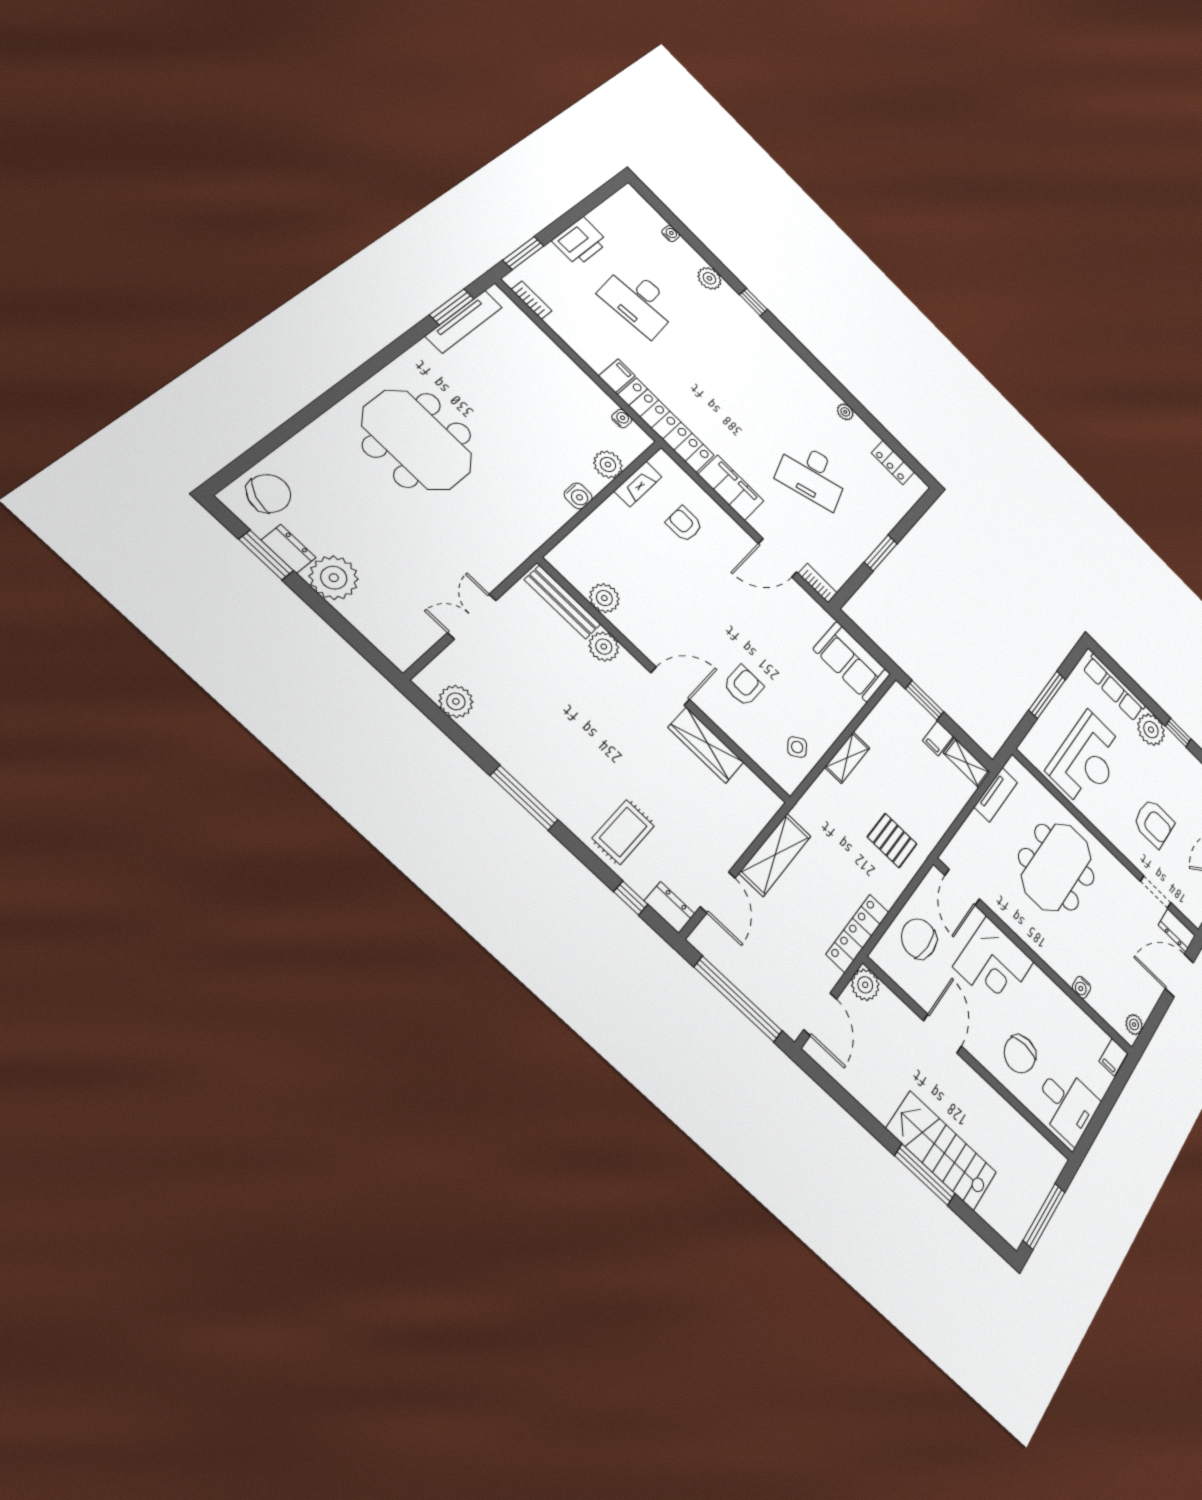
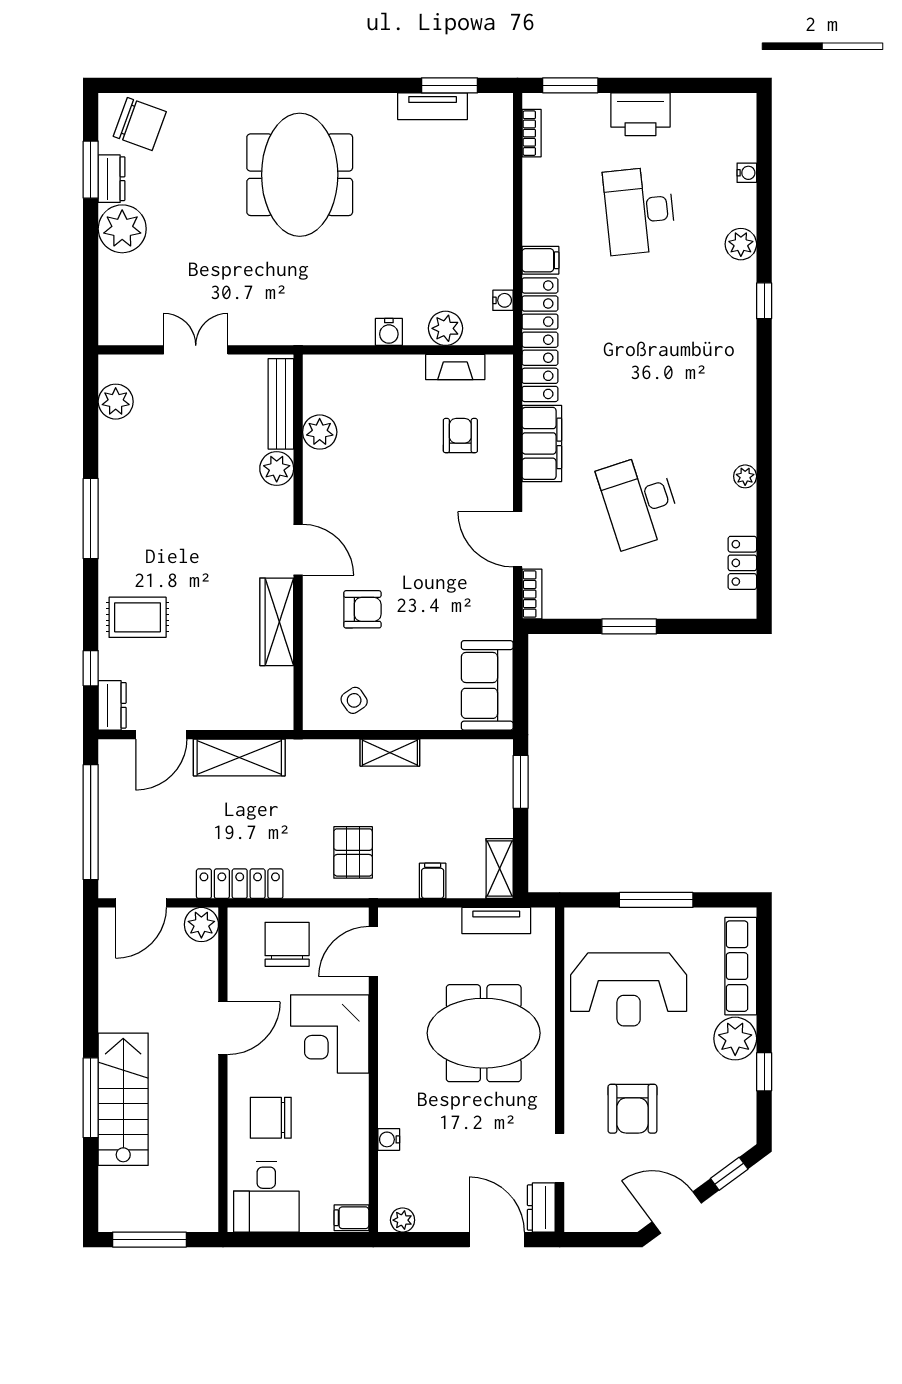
tv unit: (464, 322) -> (433, 106), width x0.71
filing cabinet: (938, 738) -> (433, 881), moved, turned 90

